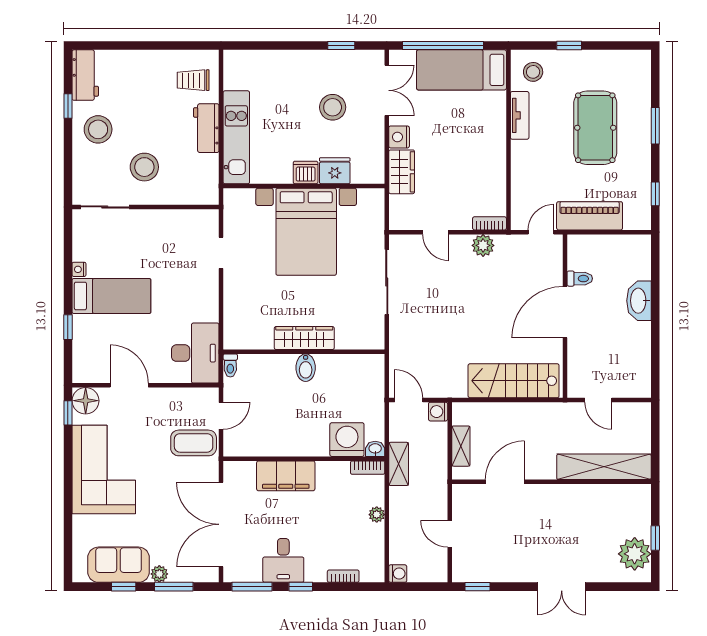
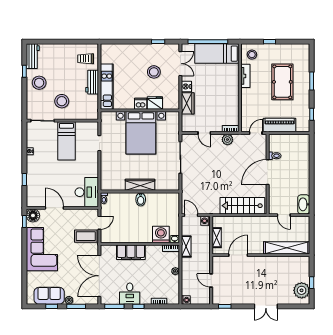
bed: (111, 296) -> (66, 141), moved, turned 90
washbasin: (639, 301) -> (304, 204), moved

